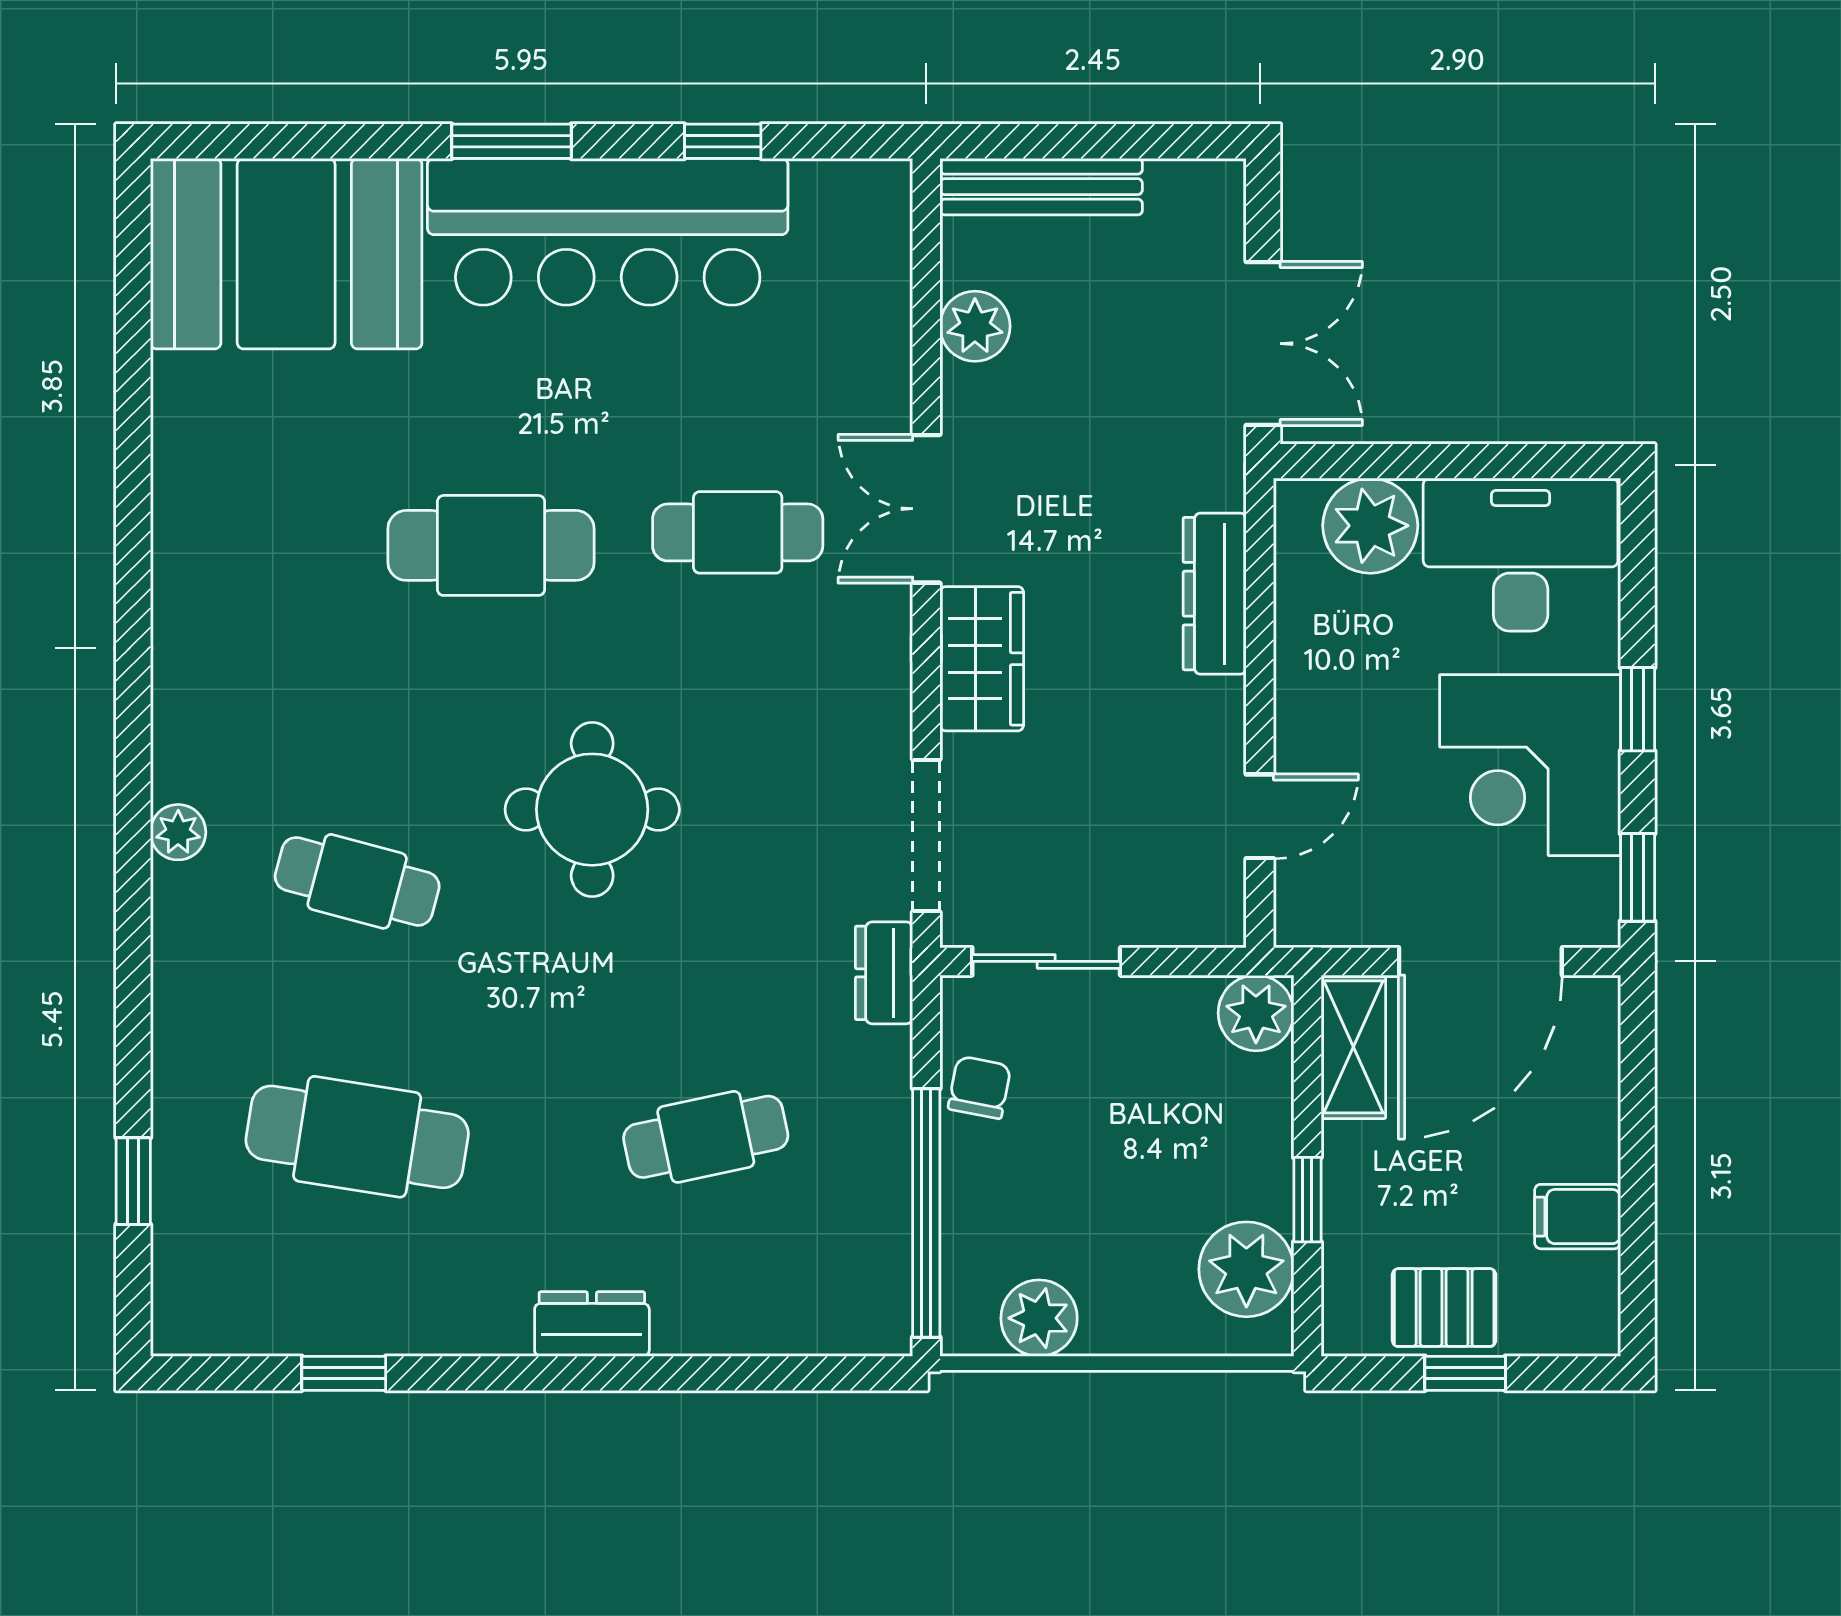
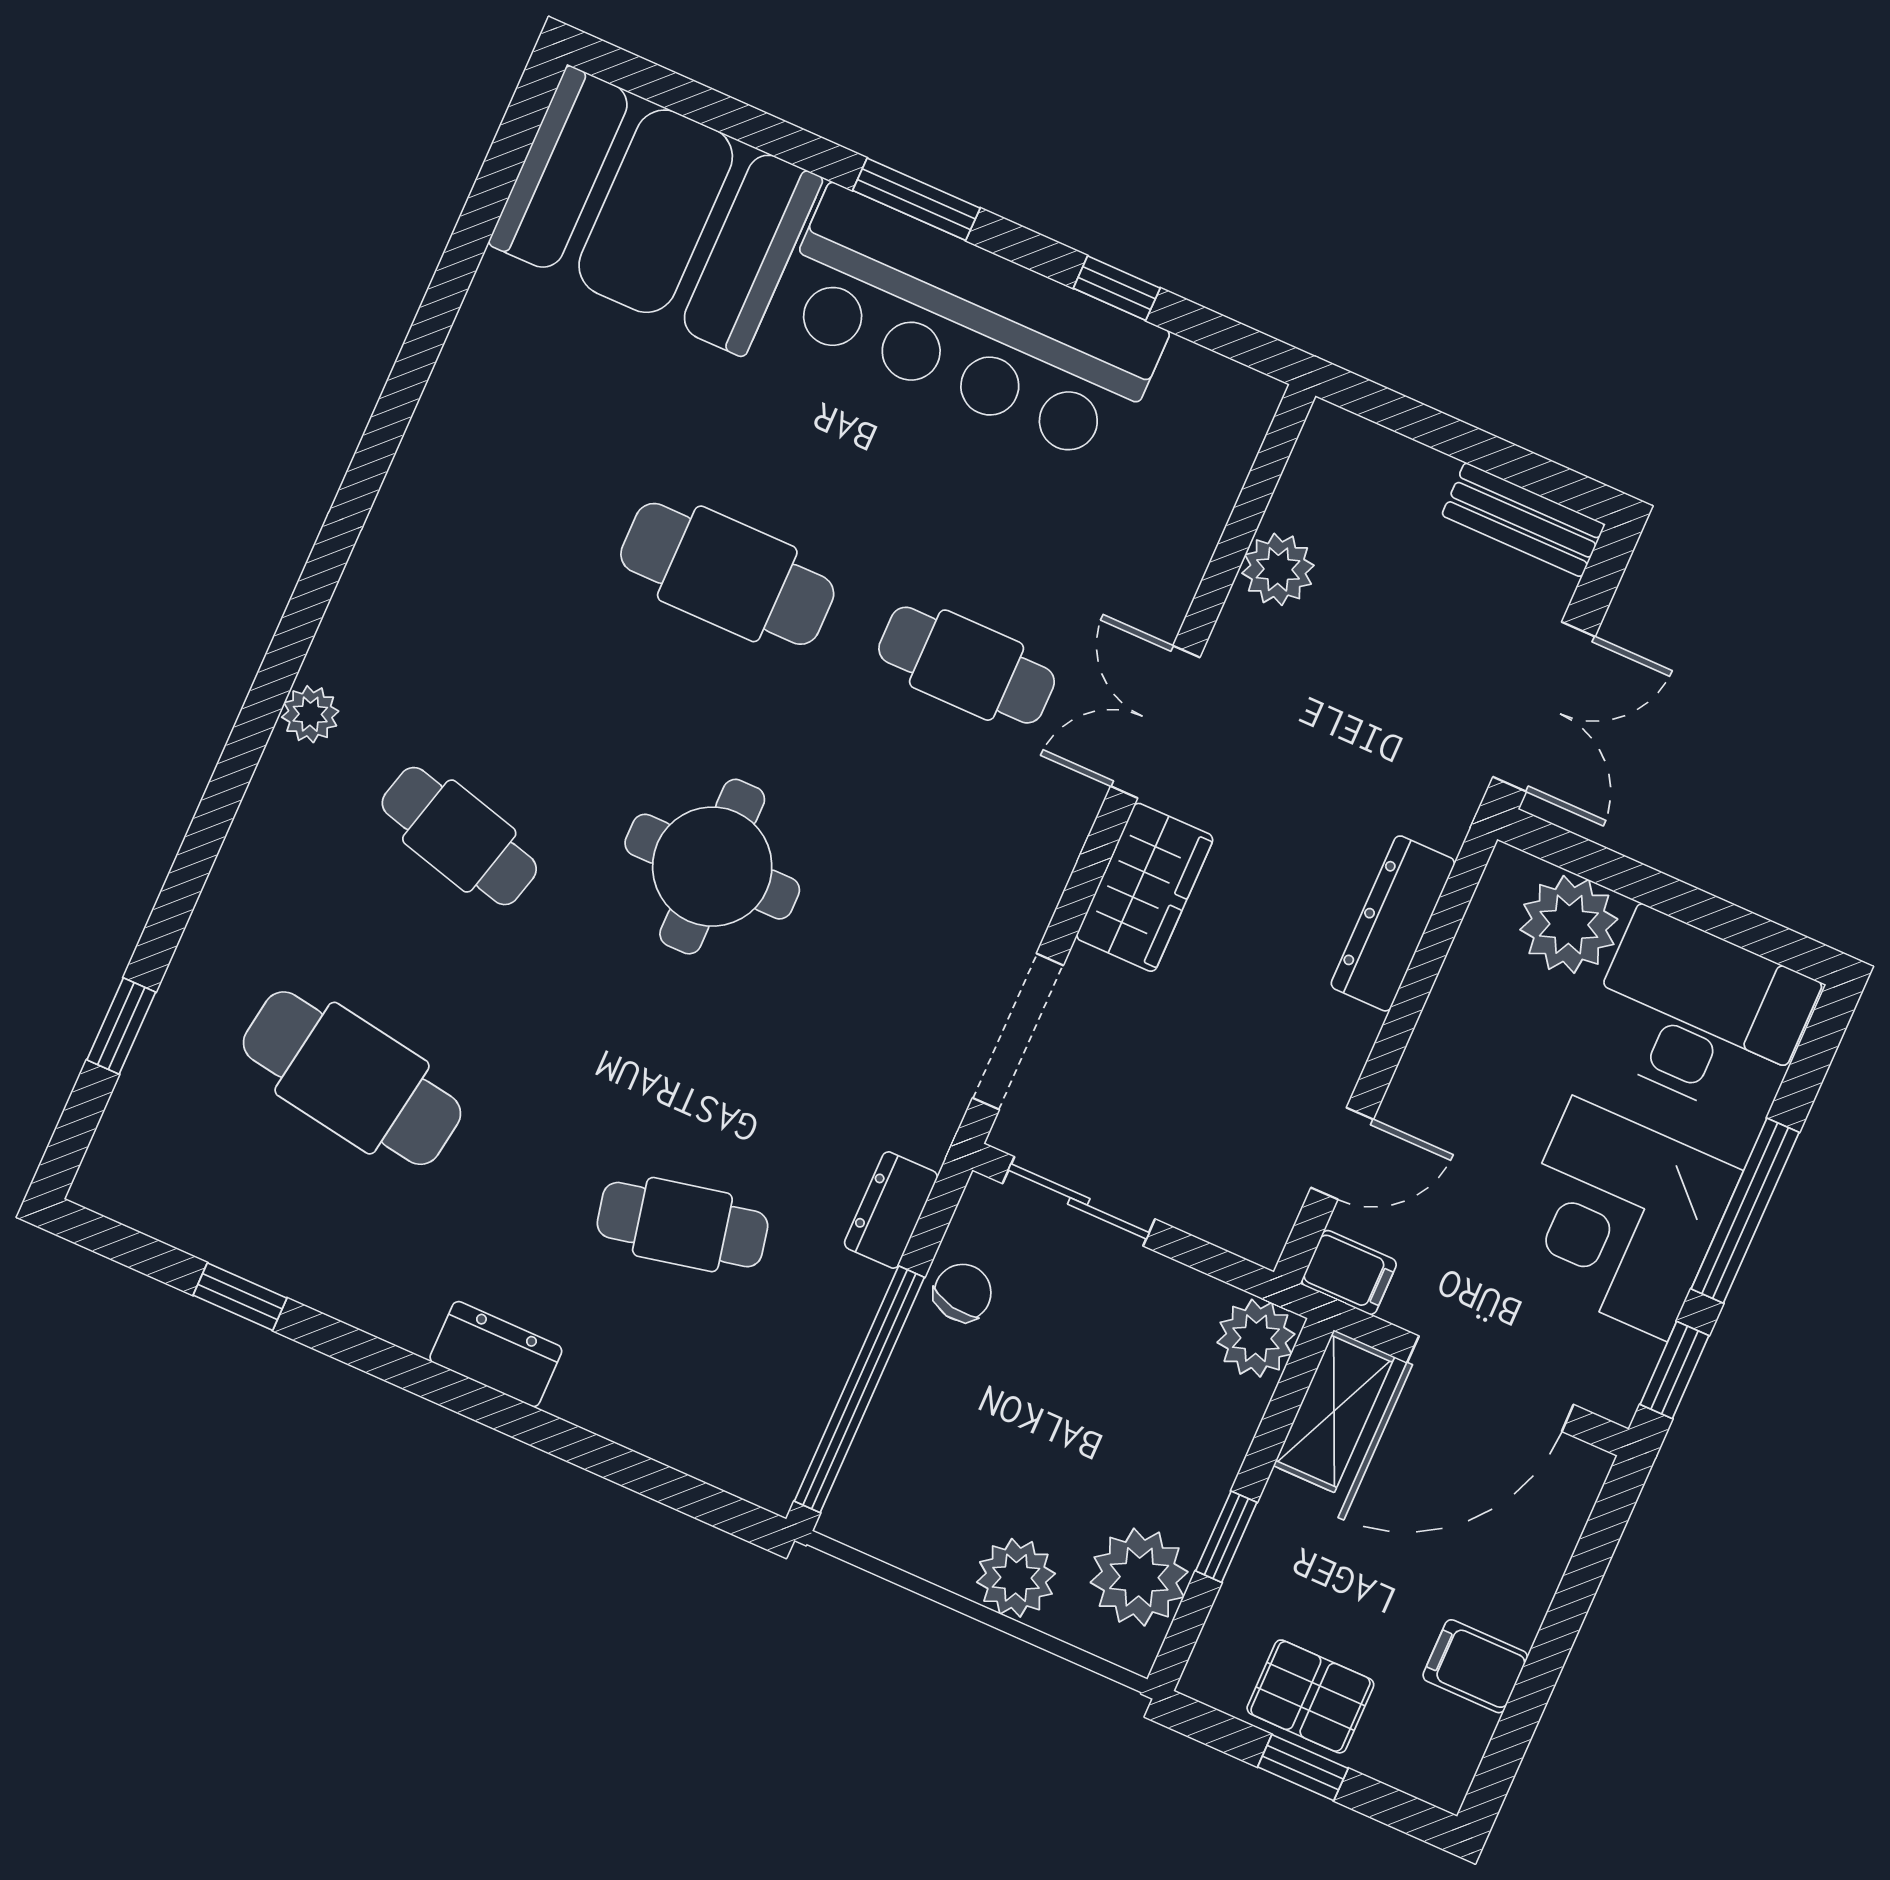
bench: (1041, 187) -> (1523, 520), moved, width x0.73
window: (1638, 709) -> (1745, 1211), width x2.17
filing cabinet: (1312, 919) -> (1349, 1272), added
dresser: (884, 973) -> (891, 1210), moved
plant: (1039, 1318) -> (1016, 1578), moved

